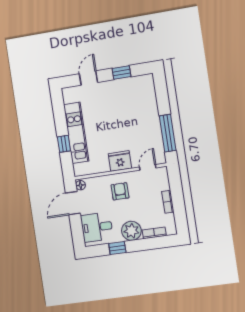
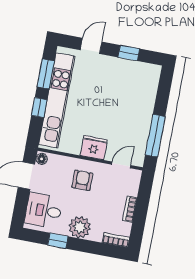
window: (60, 114) -> (46, 74), added
kitchen unit: (76, 133) -> (57, 100), width x1.36
bookcase: (154, 233) -> (116, 240), moved

